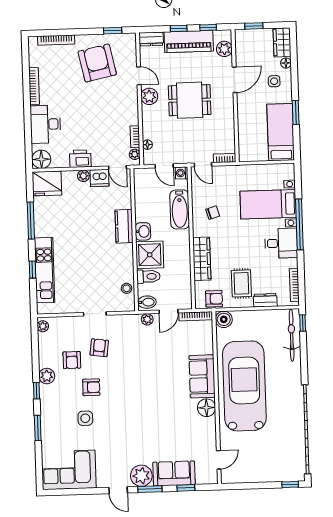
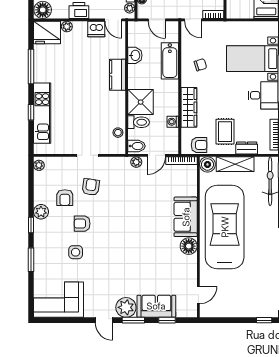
washing machine: (182, 173) -> (173, 122), moved
plant: (83, 176) -> (67, 27), moved
washbasin: (143, 231) -> (135, 55), moved
shelving: (253, 318) -> (235, 164), added
armchair: (91, 387) -> (82, 224), turned 180

